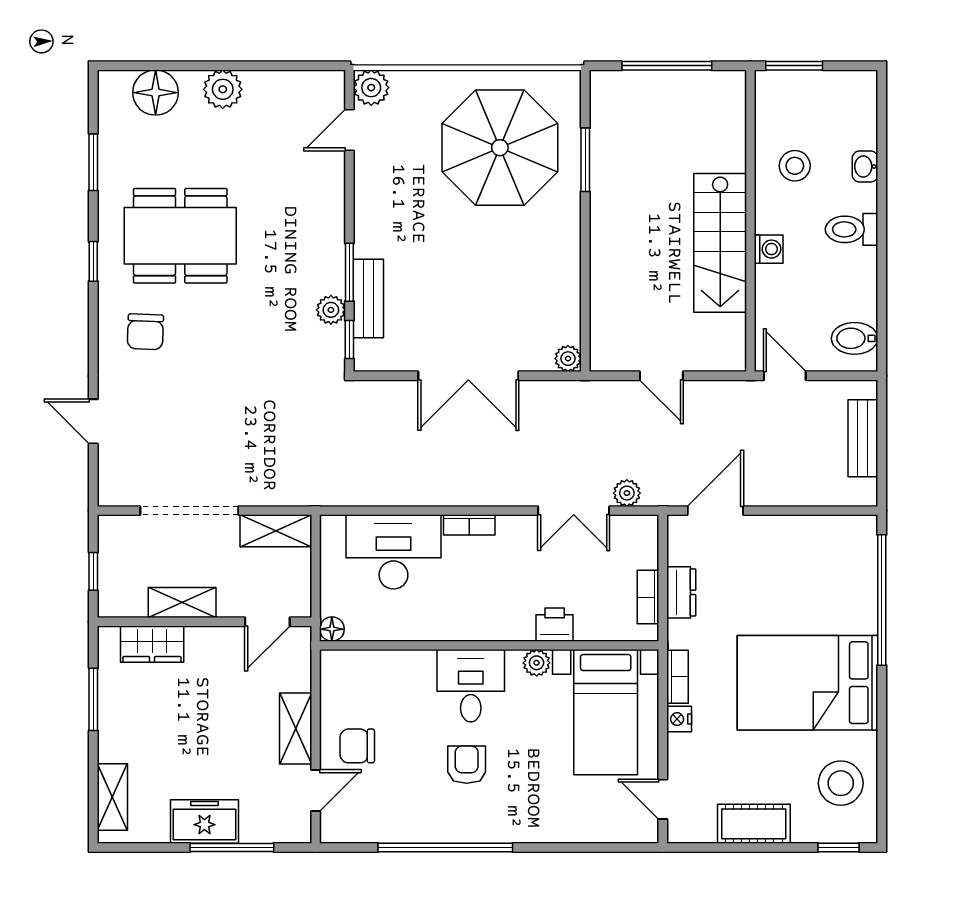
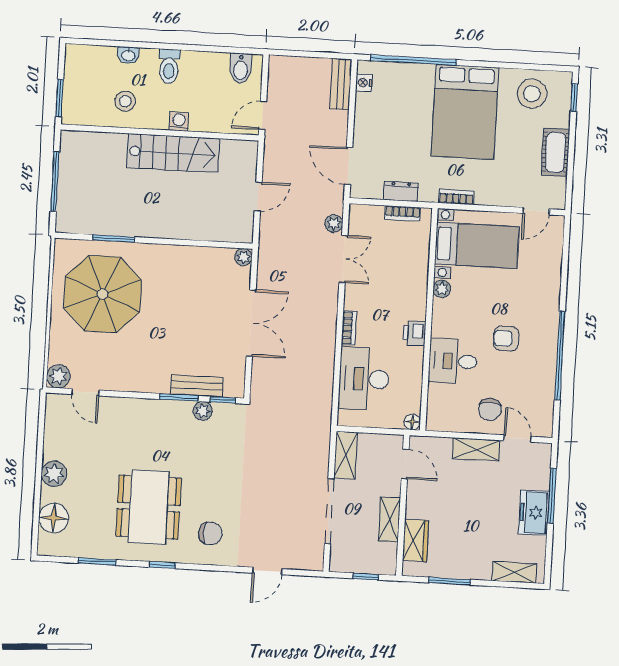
bench: (863, 438) -> (341, 84), moved, turned 90
printer: (555, 625) -> (414, 333), moved
desk: (471, 686) -> (453, 361), moved
nightstand: (679, 719) -> (364, 83), moved, turned 90

